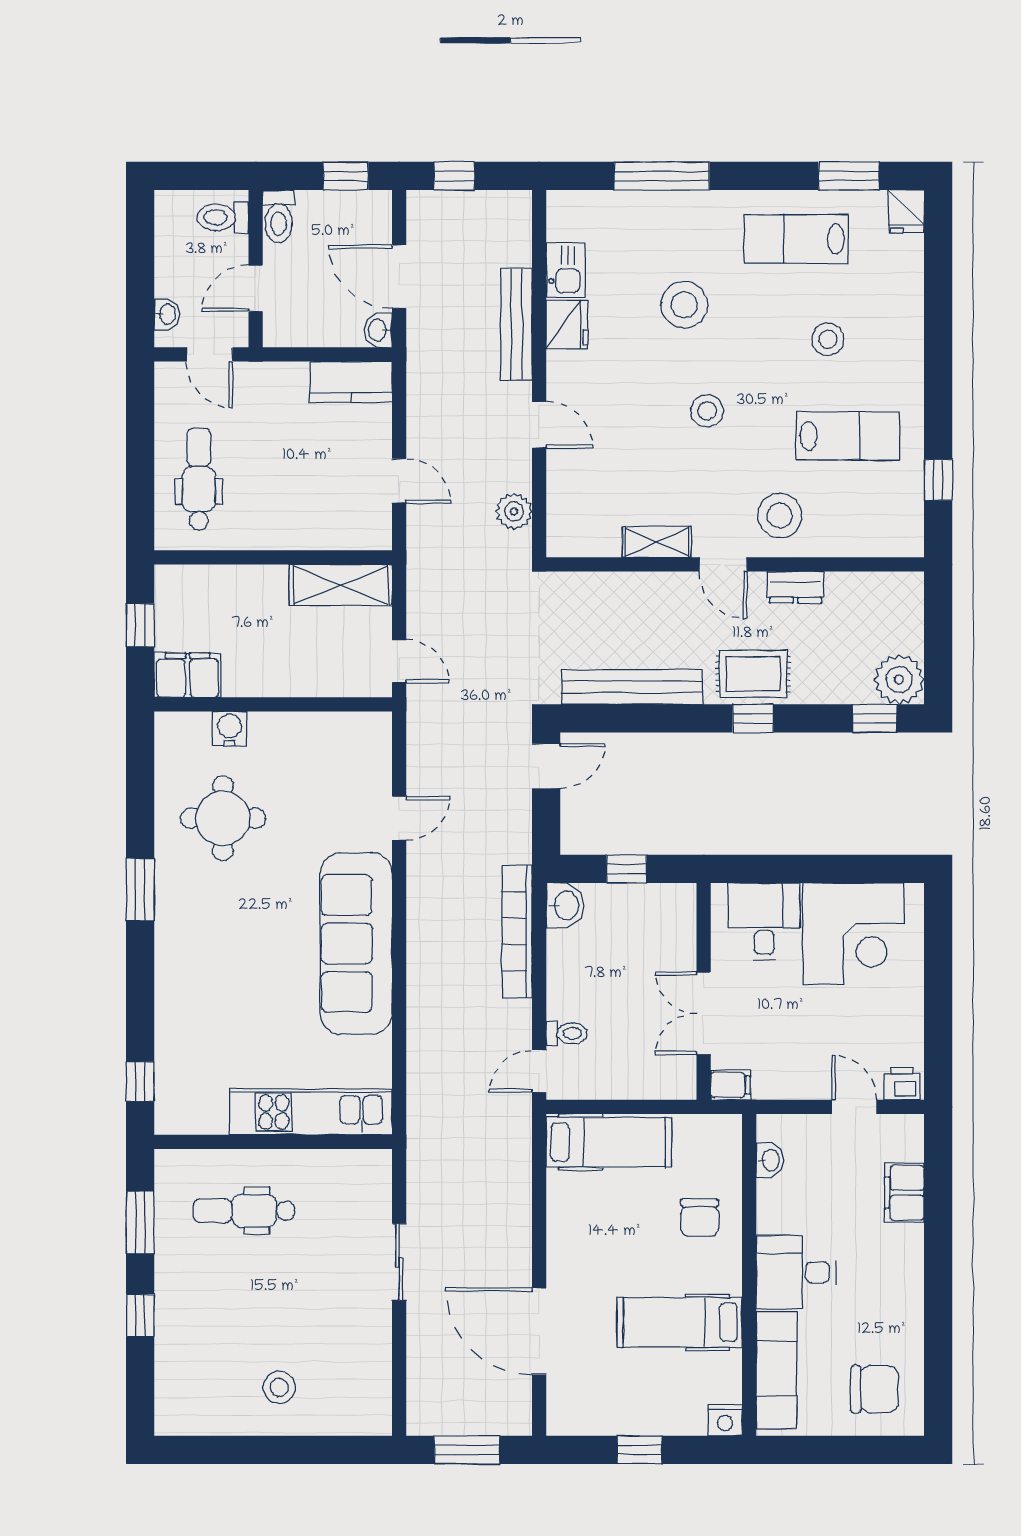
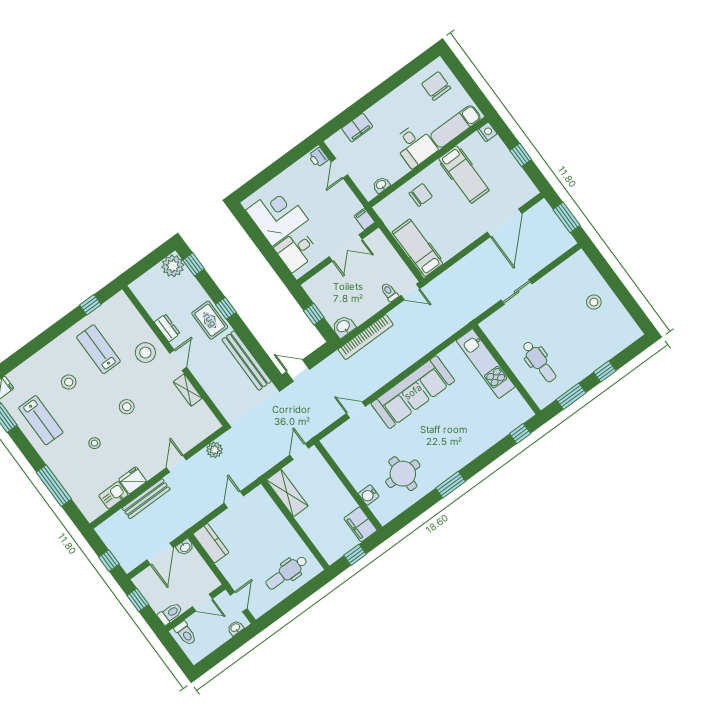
stool: (684, 305) -> (94, 443), width x0.53, depth x0.53

